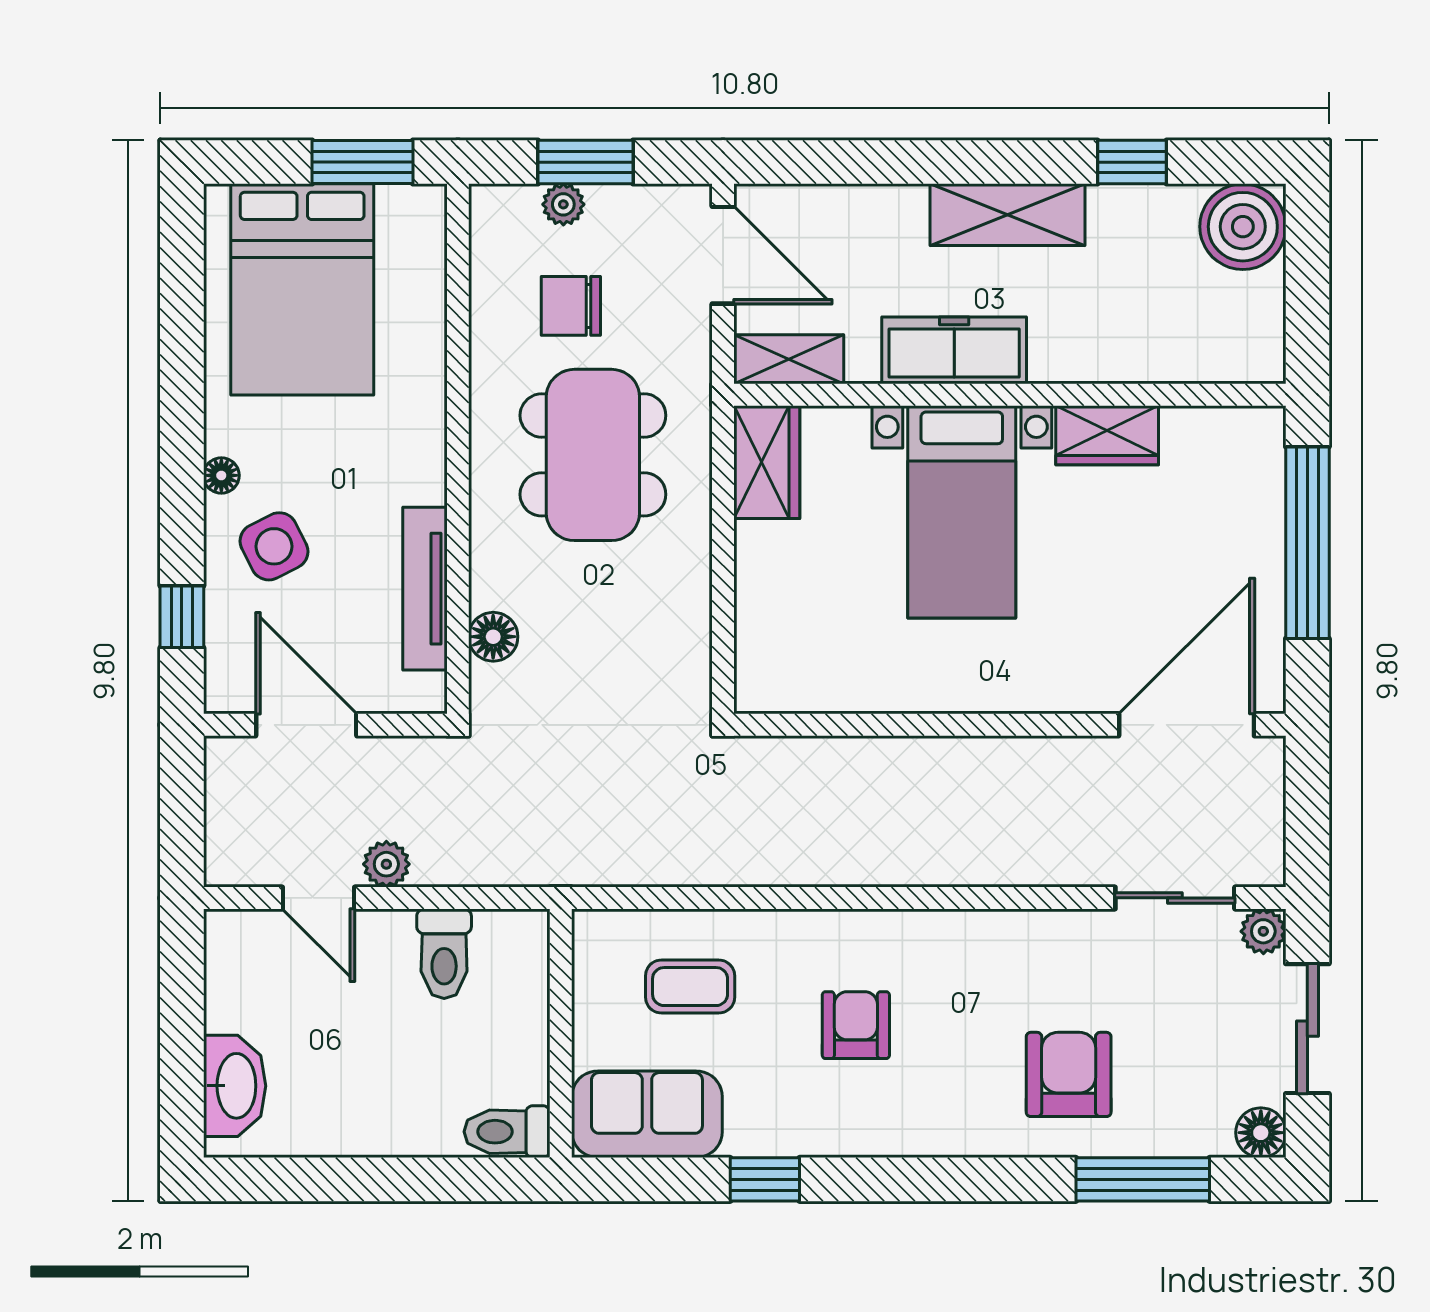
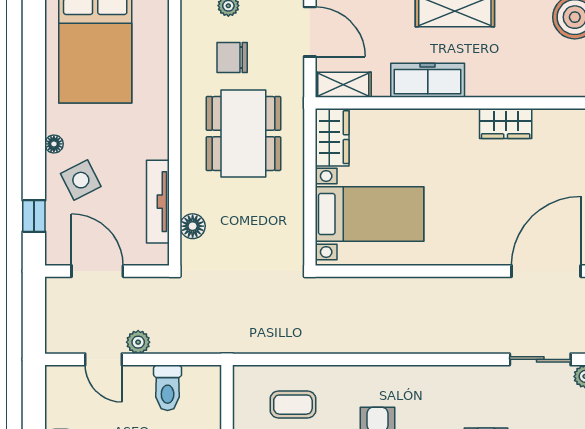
bed with nightstands: (962, 512) -> (369, 214), moved, turned -90

